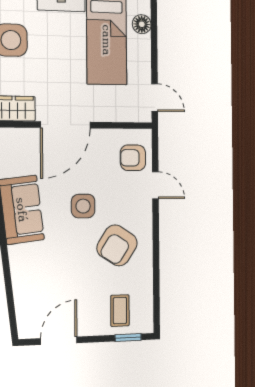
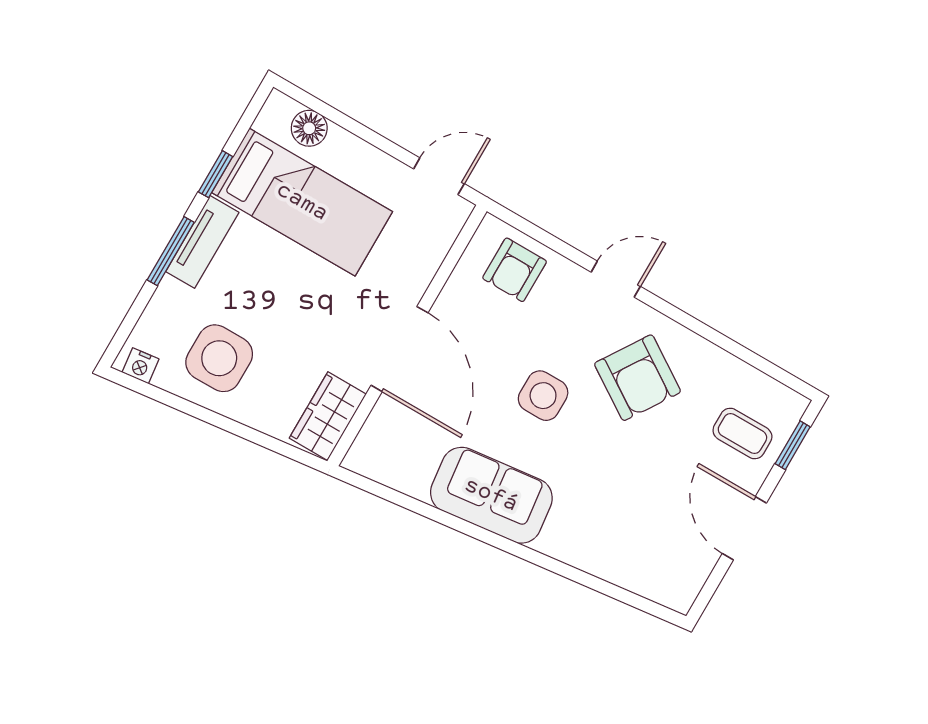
door: (155, 185) -> (616, 279), moved
door: (59, 341) -> (744, 528), moved

